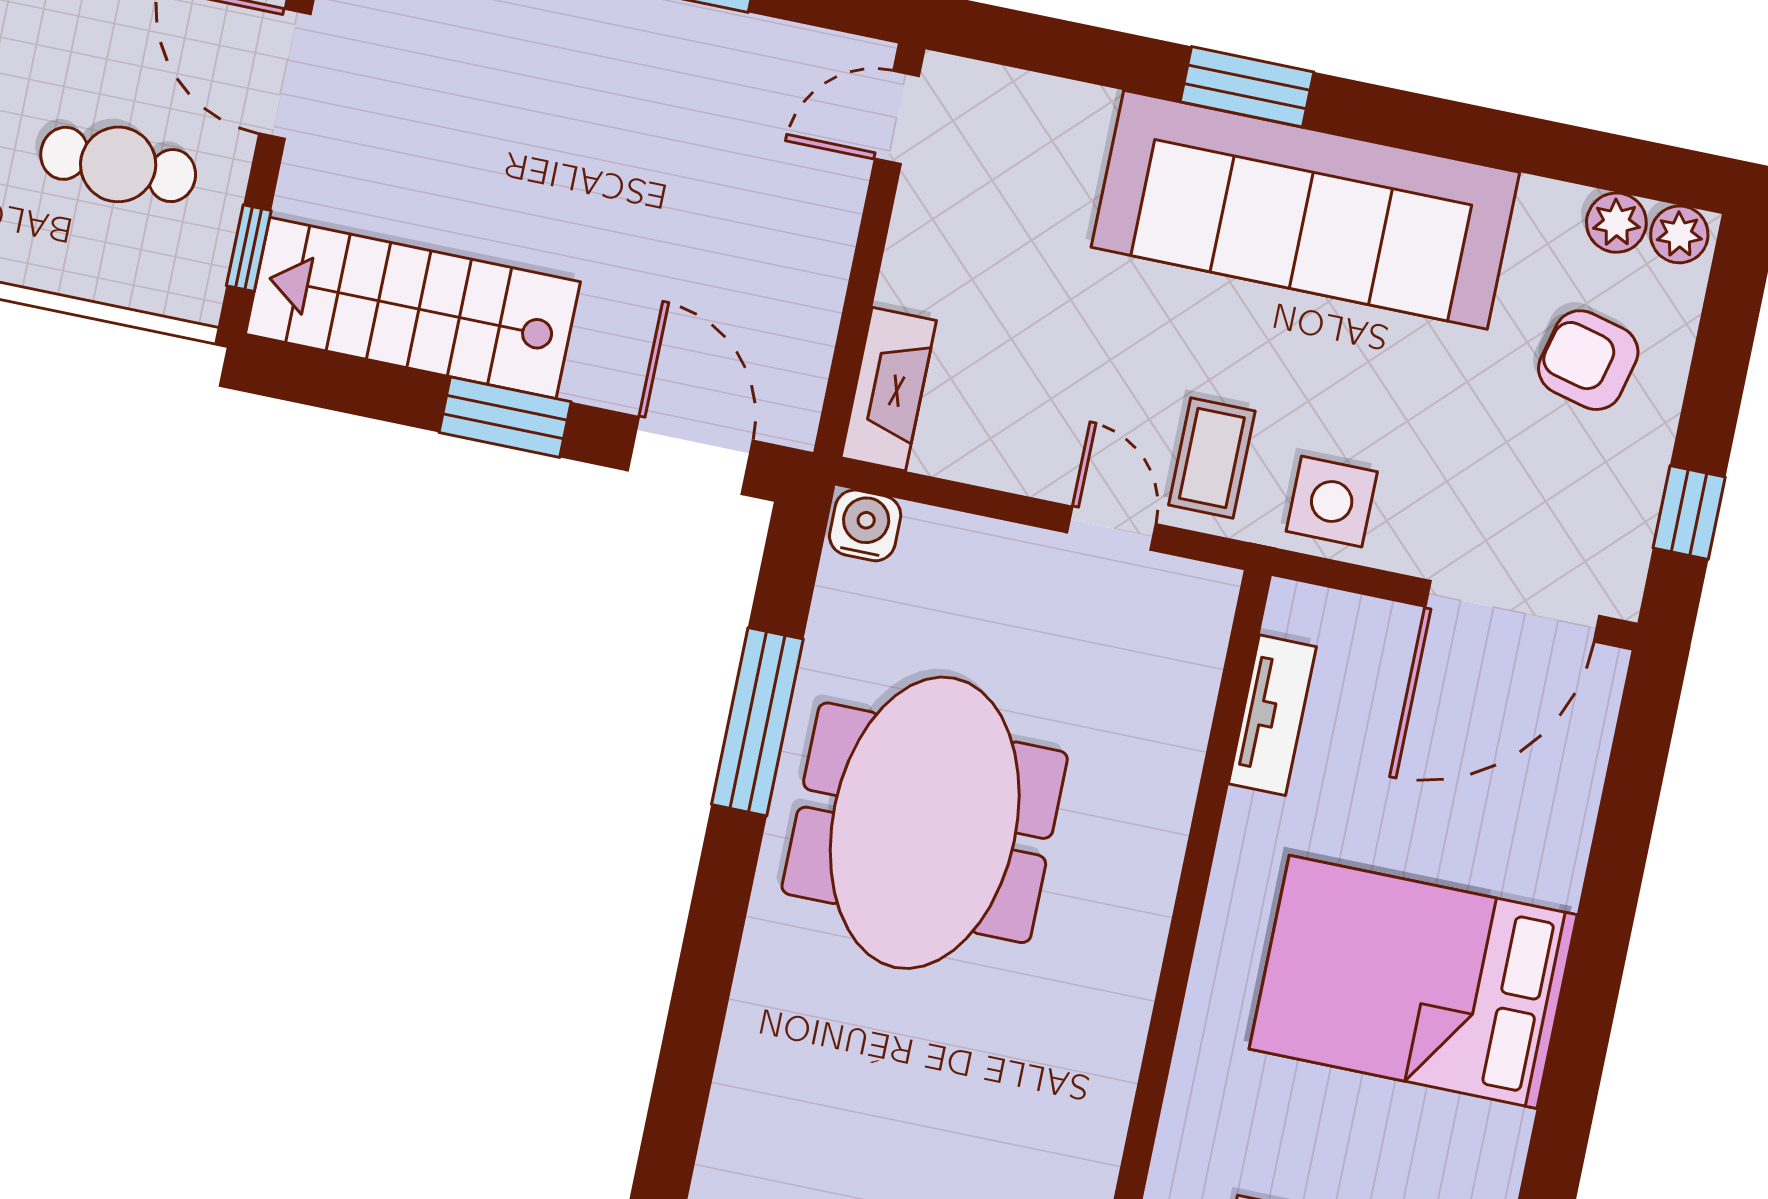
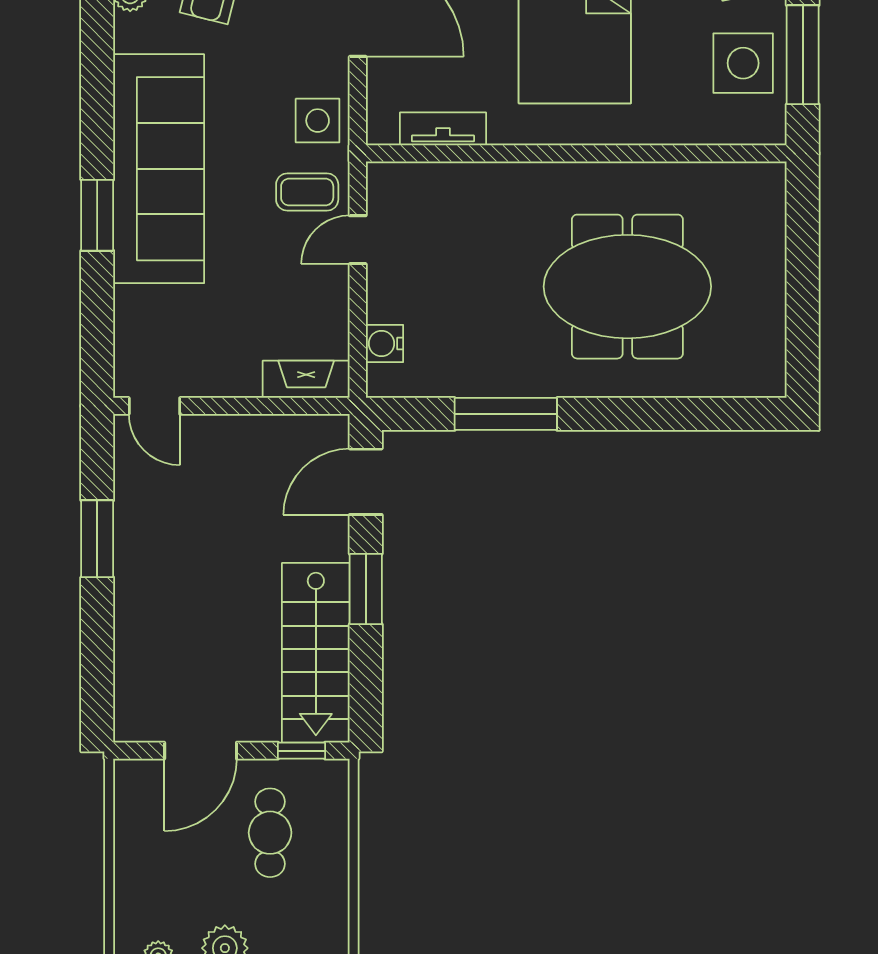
water cooler: (865, 525) -> (384, 343), moved
meeting table: (925, 823) -> (627, 287), moved

